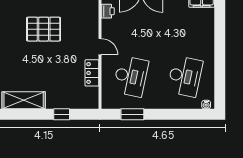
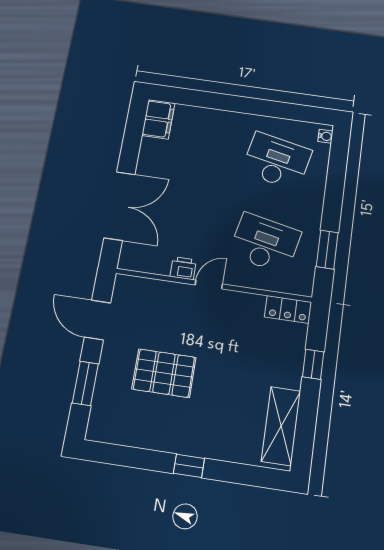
printer: (108, 11) -> (183, 268), moved
pallet: (44, 29) -> (164, 373), turned 90
locker: (92, 73) -> (288, 309), moved

